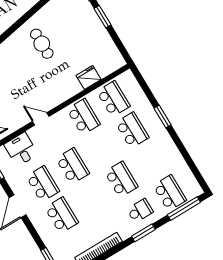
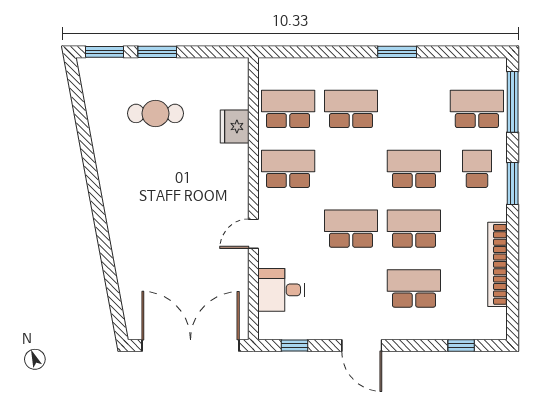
cafe table: (42, 44) -> (155, 113), moved
window: (162, 116) -> (397, 52), moved
school desk: (43, 184) -> (414, 229), moved

